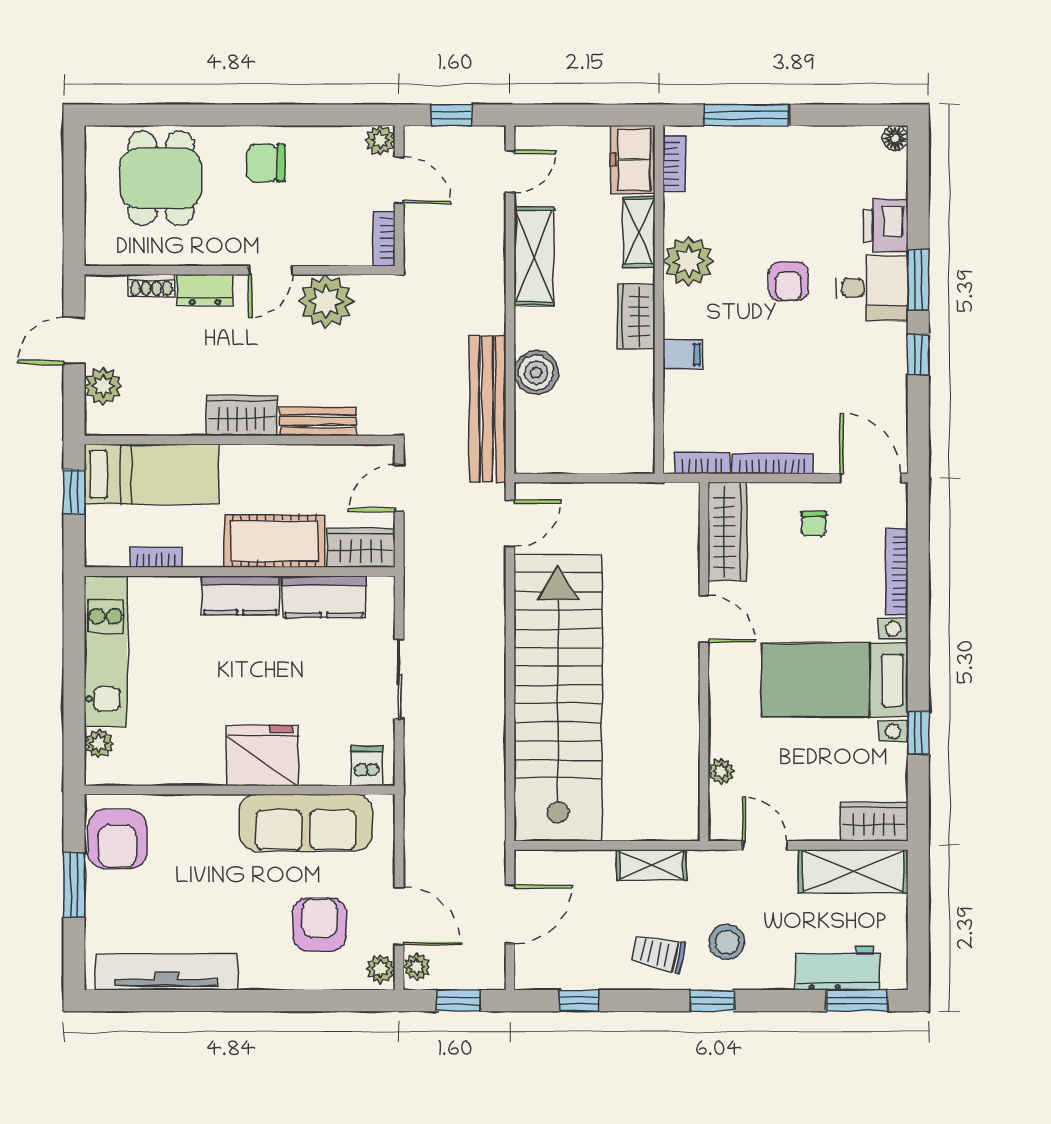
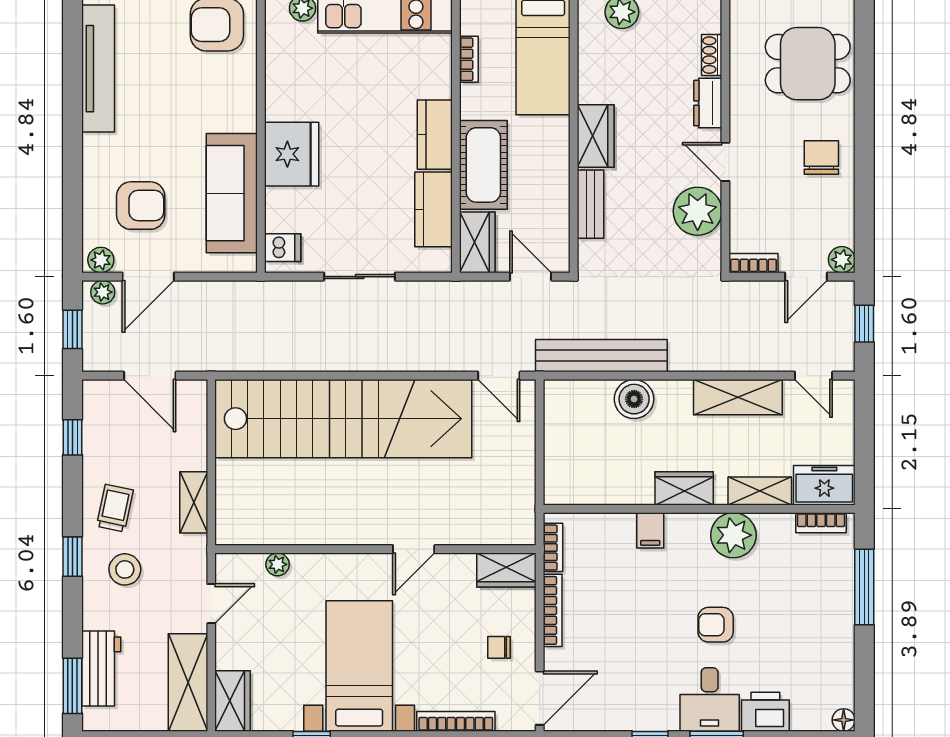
wardrobe: (727, 532) -> (506, 570), width x0.67

